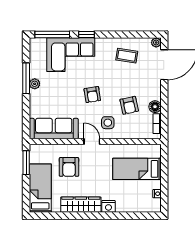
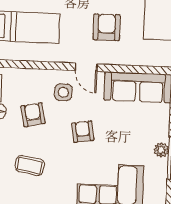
coffee table: (127, 56) -> (30, 165), moved
armchair: (69, 167) -> (107, 27), moved

